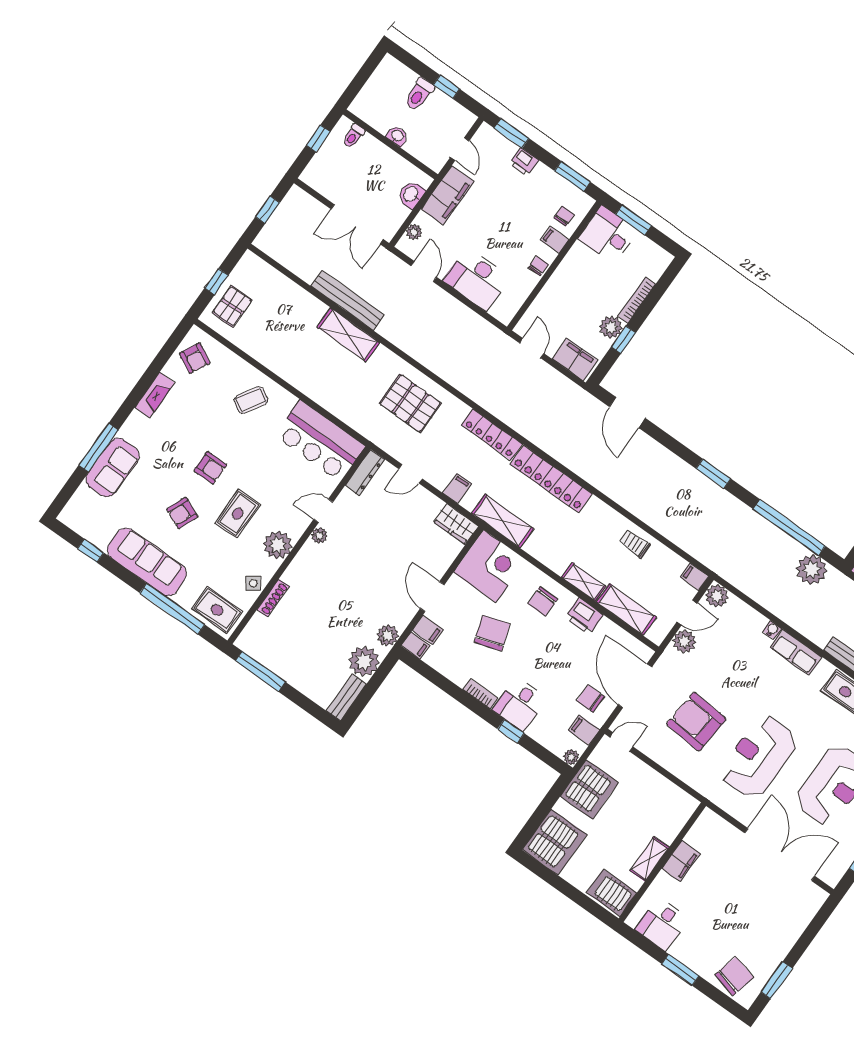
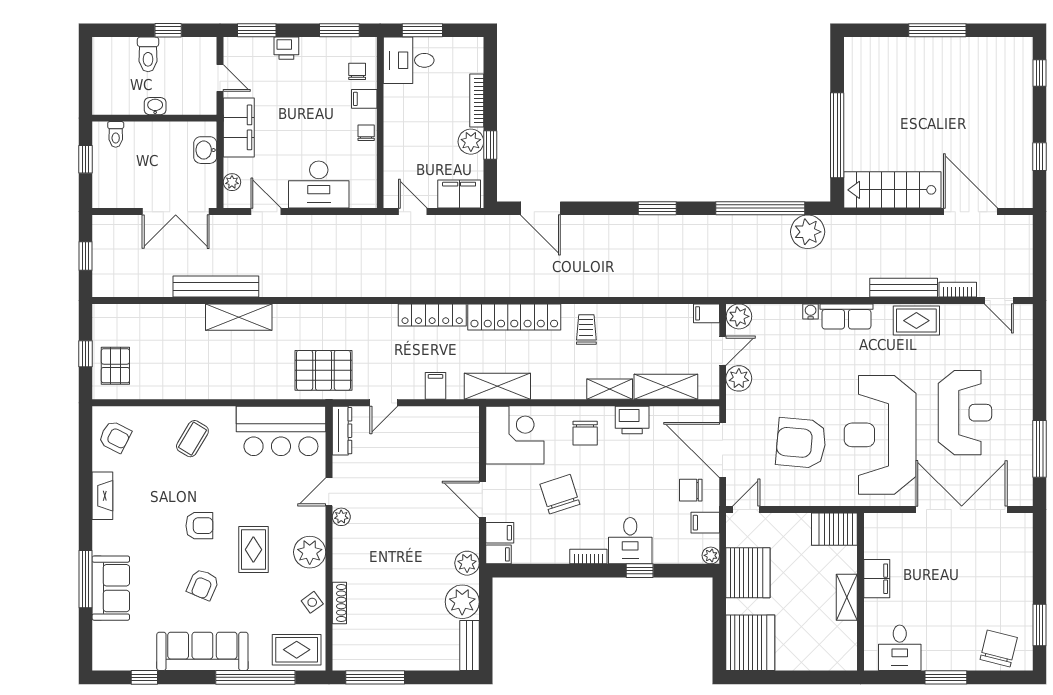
pallet: (410, 403) -> (323, 370), moved
wardrobe: (456, 524) -> (457, 419), removed
trolley: (635, 544) -> (586, 329), moved, turned 90
reception desk: (759, 757) -> (880, 435), width x1.36, depth x1.30
server rack: (612, 893) -> (834, 529), moved

